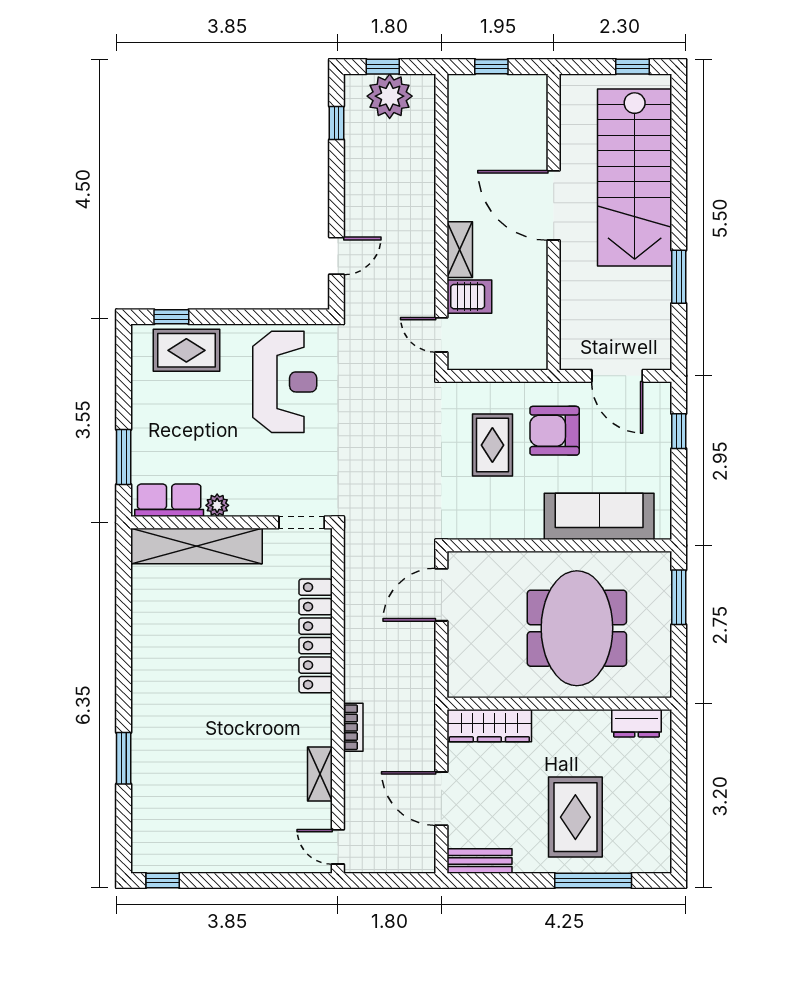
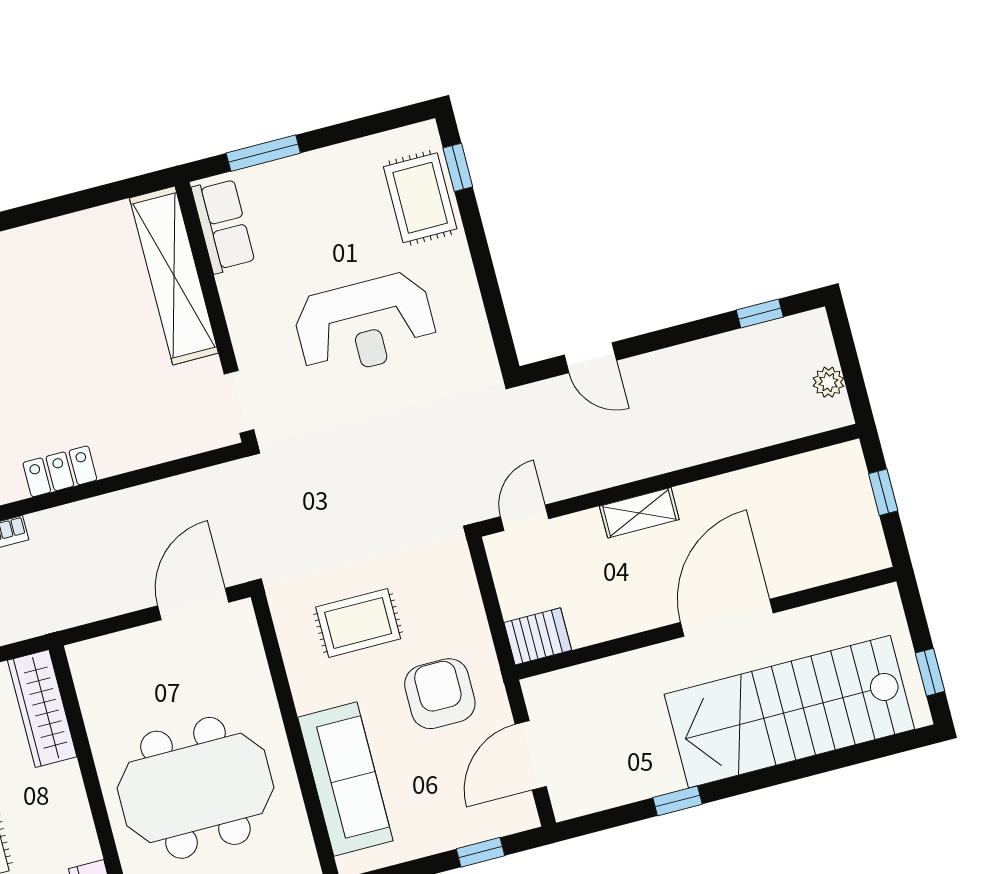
window: (383, 67) -> (847, 354), removed
plant: (390, 96) -> (828, 382), width x0.53, depth x0.53
window: (679, 277) -> (678, 801), width x0.67
server rack: (469, 297) -> (538, 636), moved, turned -90
reception desk: (285, 382) -> (365, 325), moved
rug: (492, 445) -> (358, 623), moved
plant: (217, 505) -> (233, 288), removed
door: (441, 595) -> (193, 604), hinge flipped
locker: (316, 636) -> (60, 471), width x0.46, depth x0.83

